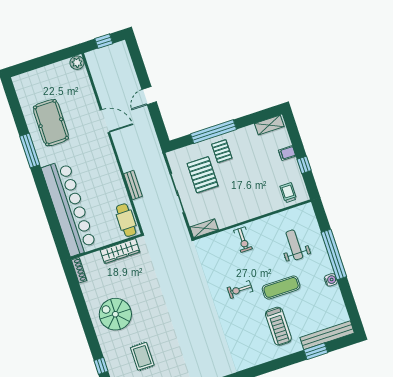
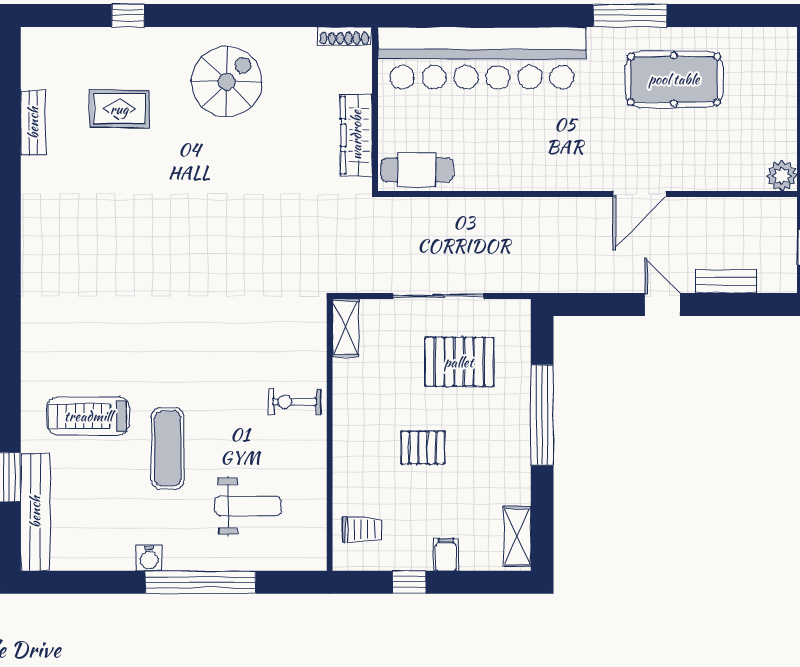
pallet: (222, 151) -> (423, 448), moved
bench: (133, 185) -> (726, 282), moved
exercise bike: (240, 289) -> (192, 361), removed

